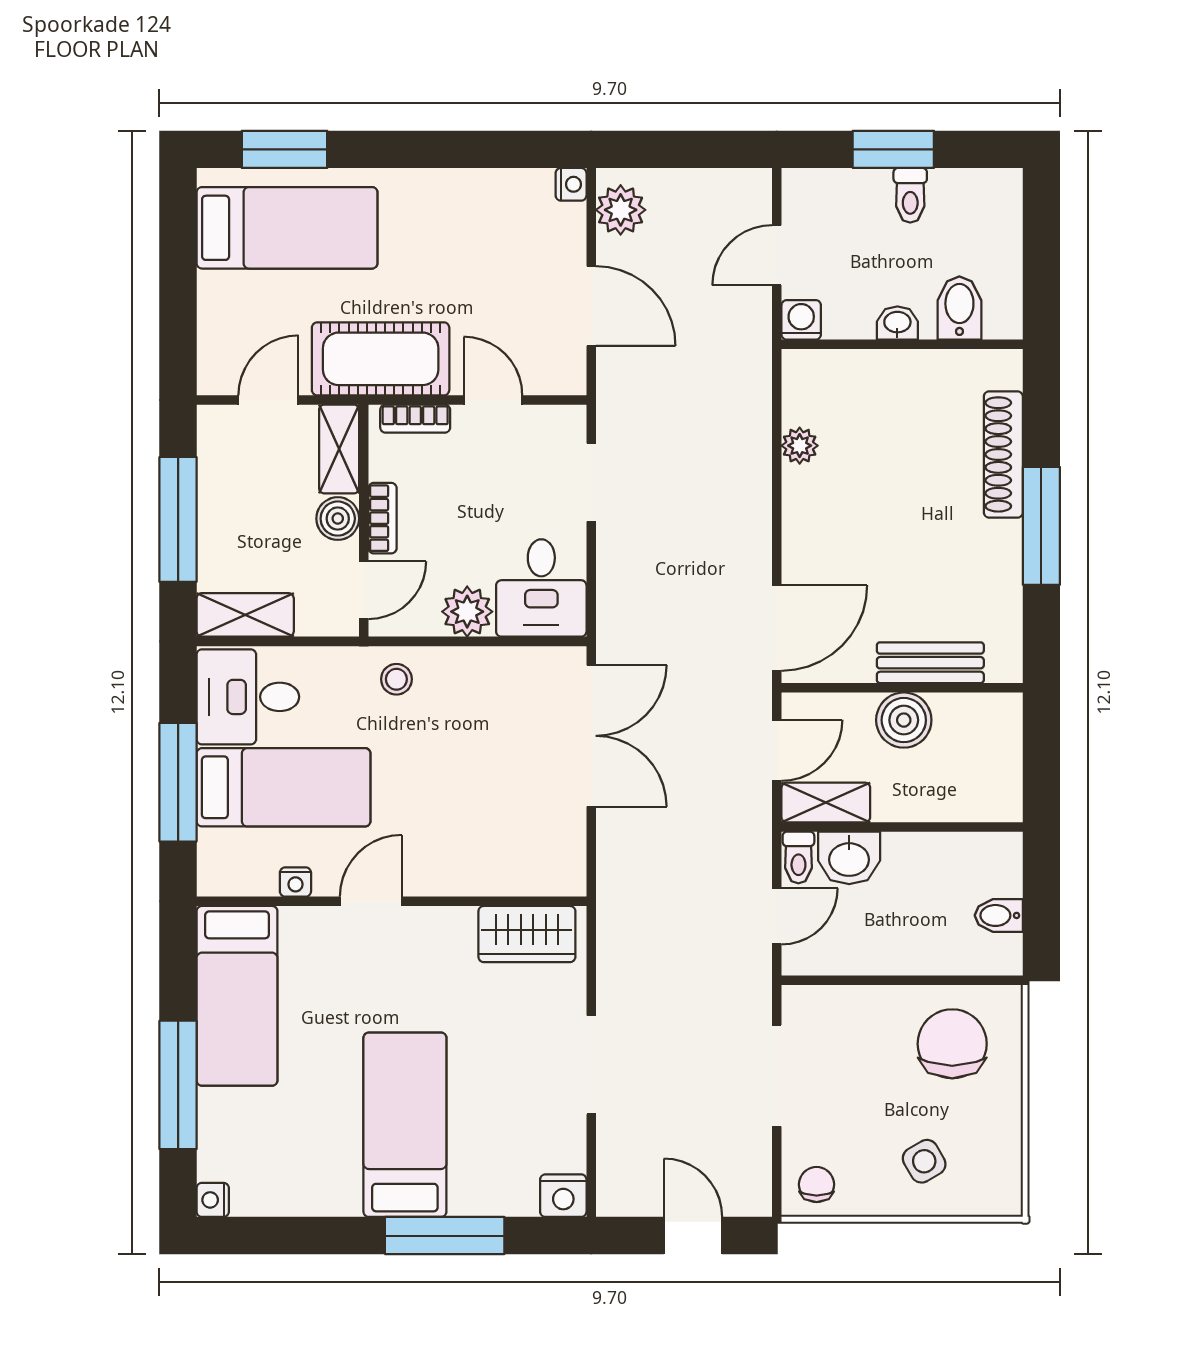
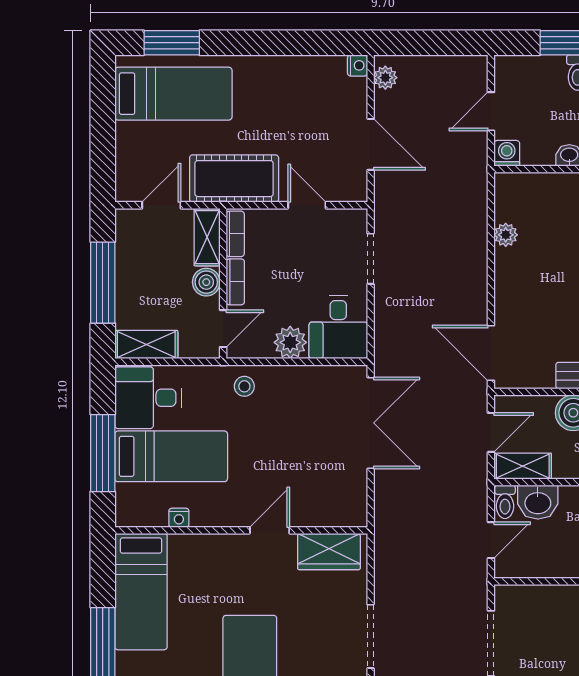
plant: (621, 210) -> (385, 78), width x0.73, depth x0.73
bookcase: (415, 419) -> (235, 234), moved, turned -90
door: (777, 628) -> (491, 353), swing flipped
door: (371, 901) -> (270, 530), moved

